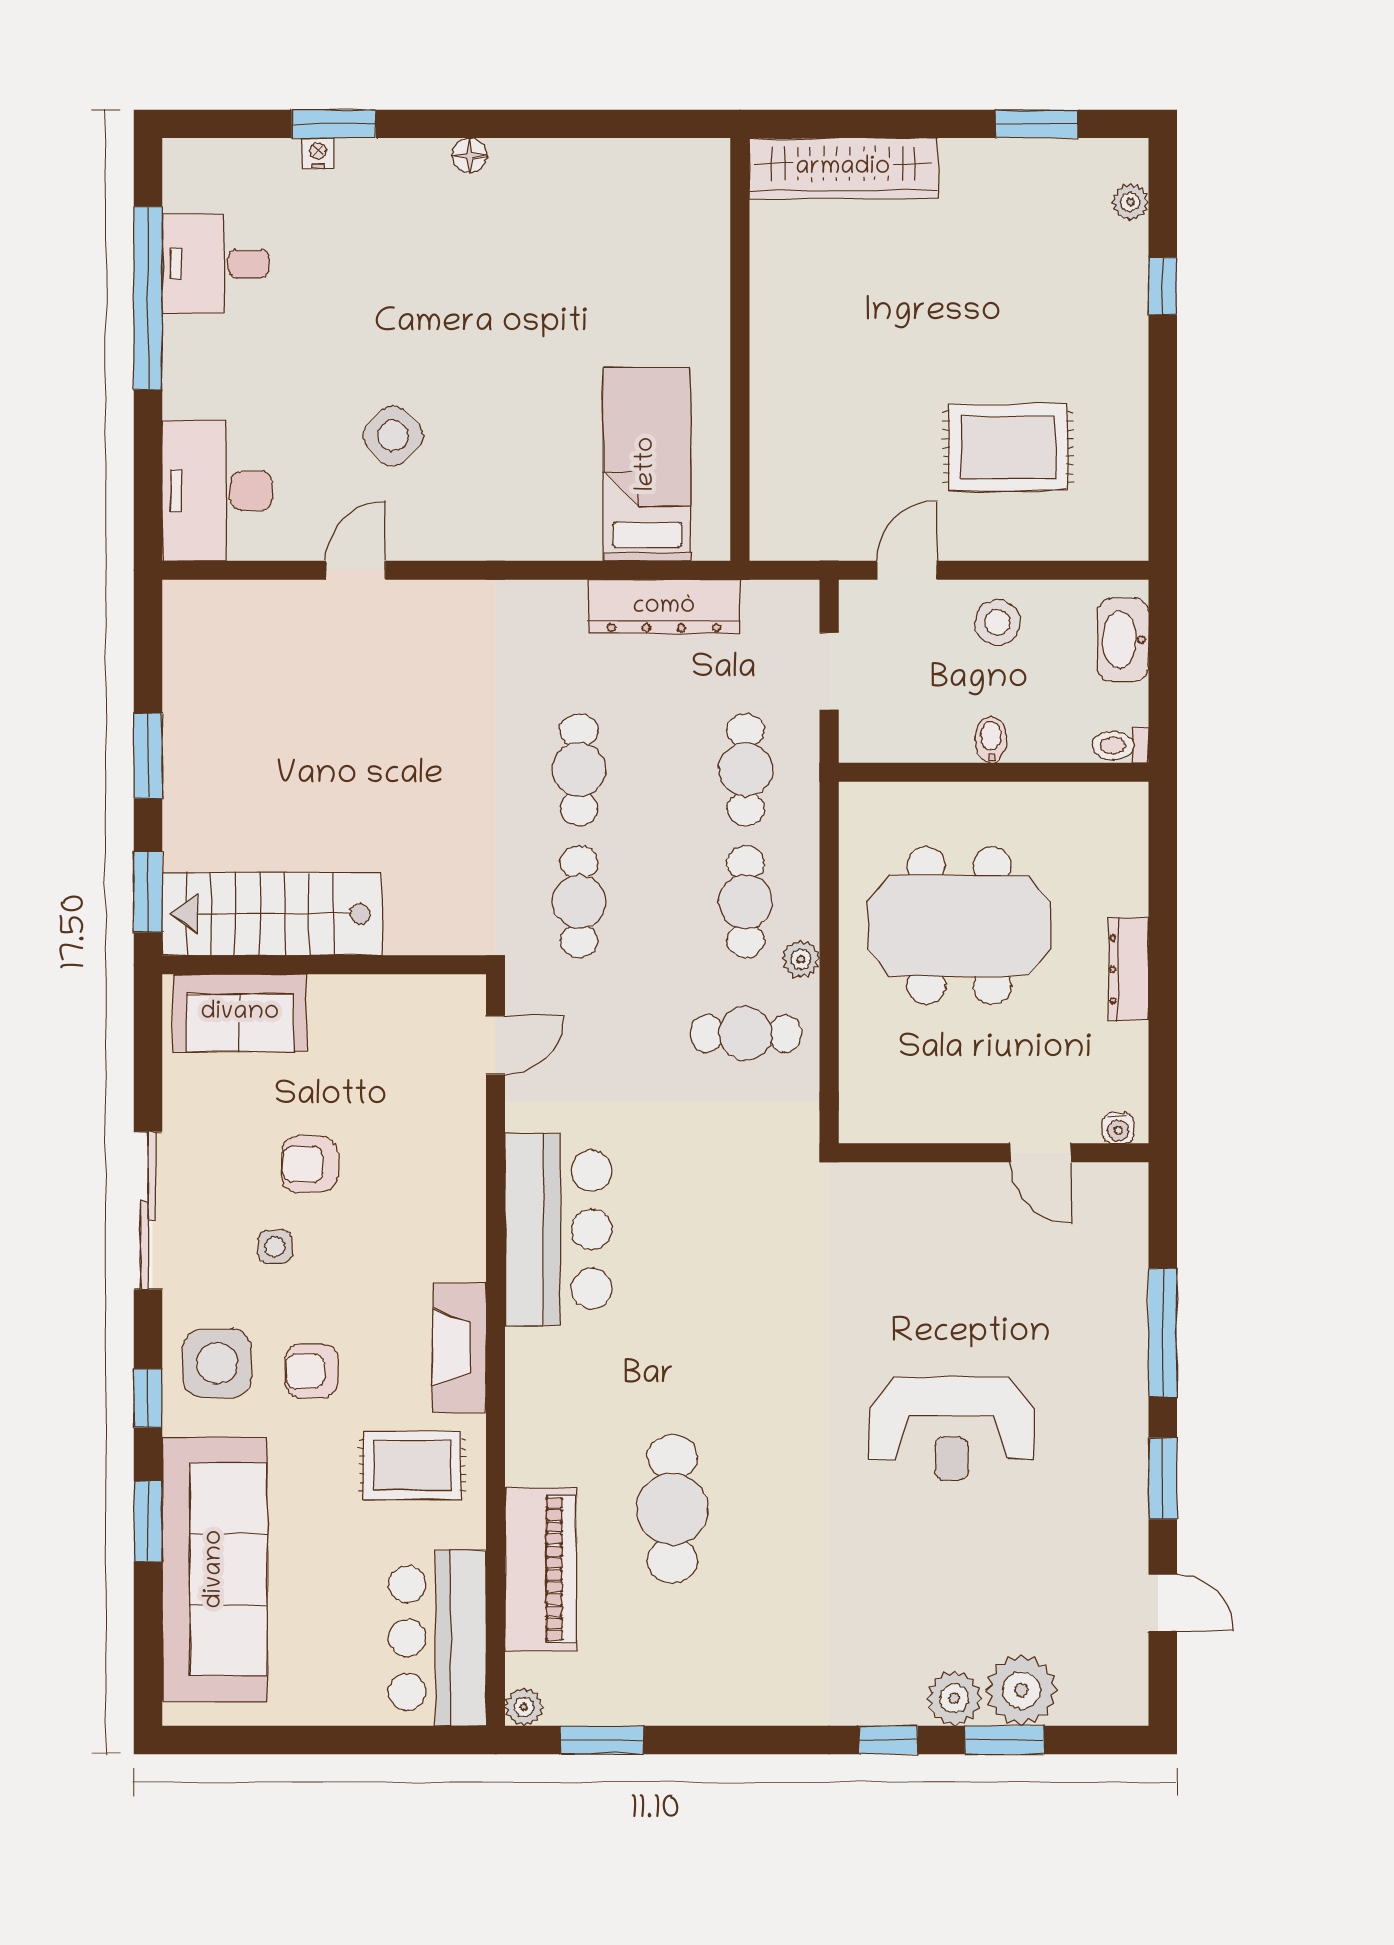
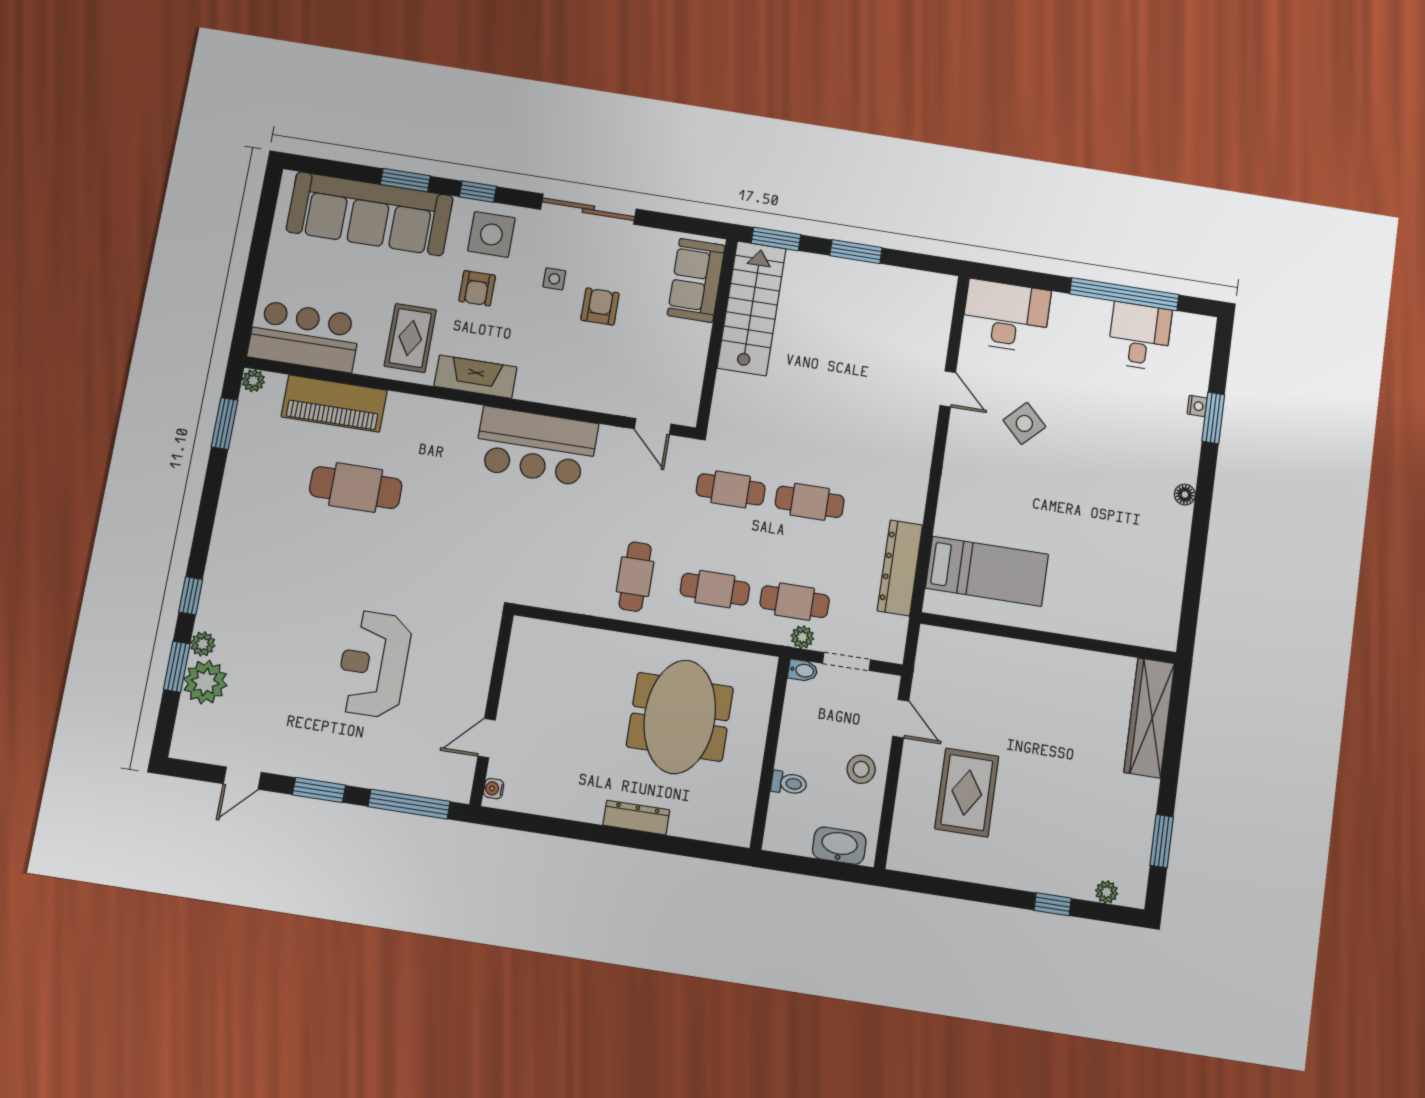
bidet: (991, 740) -> (803, 670), moved
toilet: (1120, 746) -> (789, 783), moved, turned 90
plant: (801, 959) -> (802, 637), moved
water cooler: (1118, 1128) -> (494, 789), moved
wall: (994, 1153) -> (492, 709), moved
door: (1041, 1153) -> (487, 738), moved
armchair: (312, 1371) -> (477, 288), turned 180
plant: (954, 1698) -> (203, 644), width x0.73, depth x0.73

